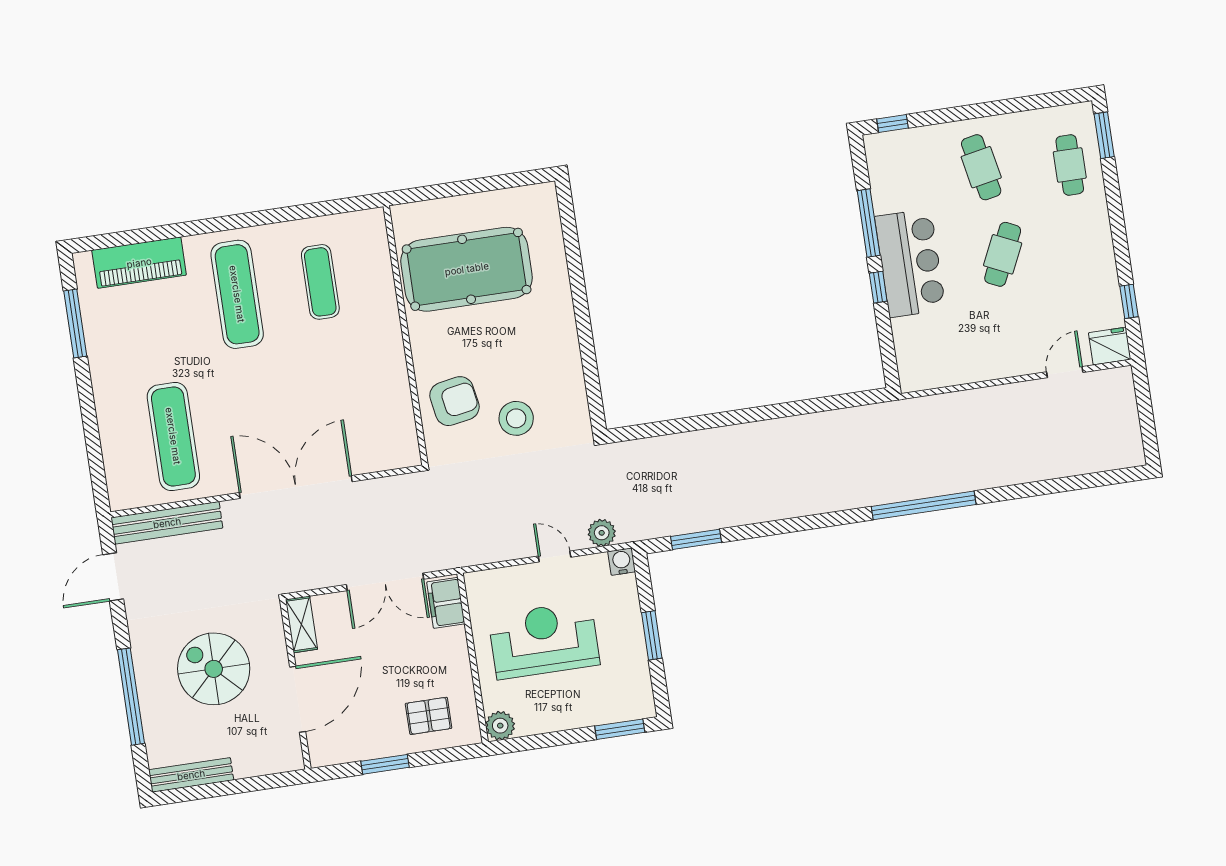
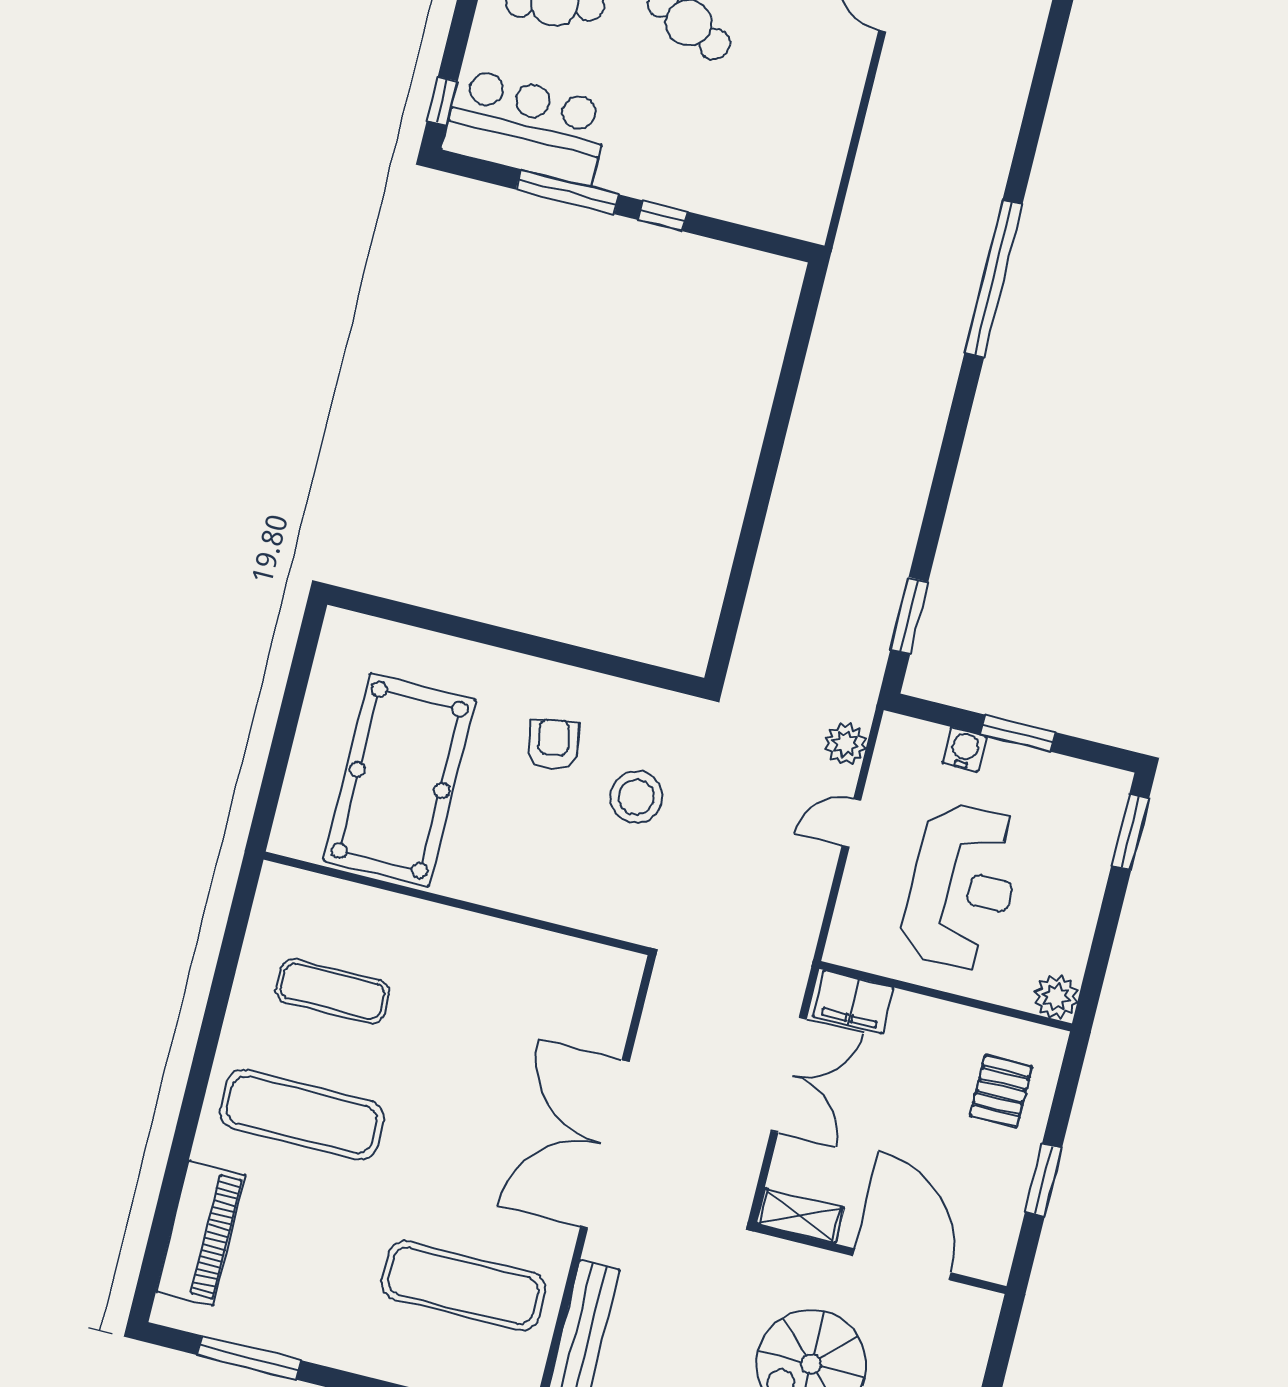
bar counter: (910, 263) -> (526, 127), moved
armchair: (454, 401) -> (553, 744), moved, width x0.72, depth x0.72
water cooler: (622, 562) -> (965, 749), moved, turned 90
reception desk: (544, 640) -> (962, 886), turned 180

